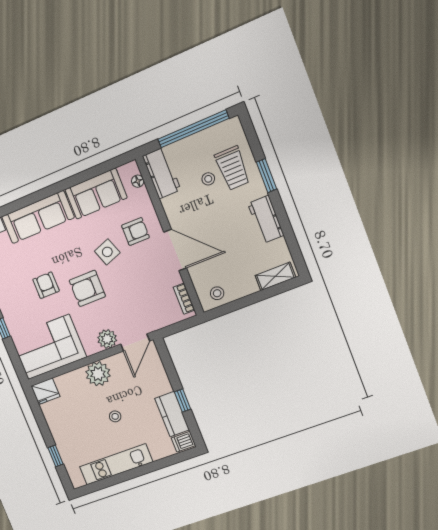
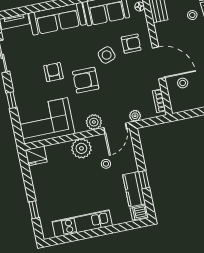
stool: (217, 293) -> (183, 83), moved
plant: (157, 323) -> (135, 116), added
stool: (115, 416) -> (106, 164), moved

